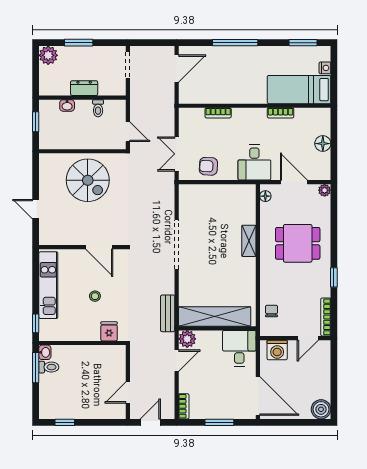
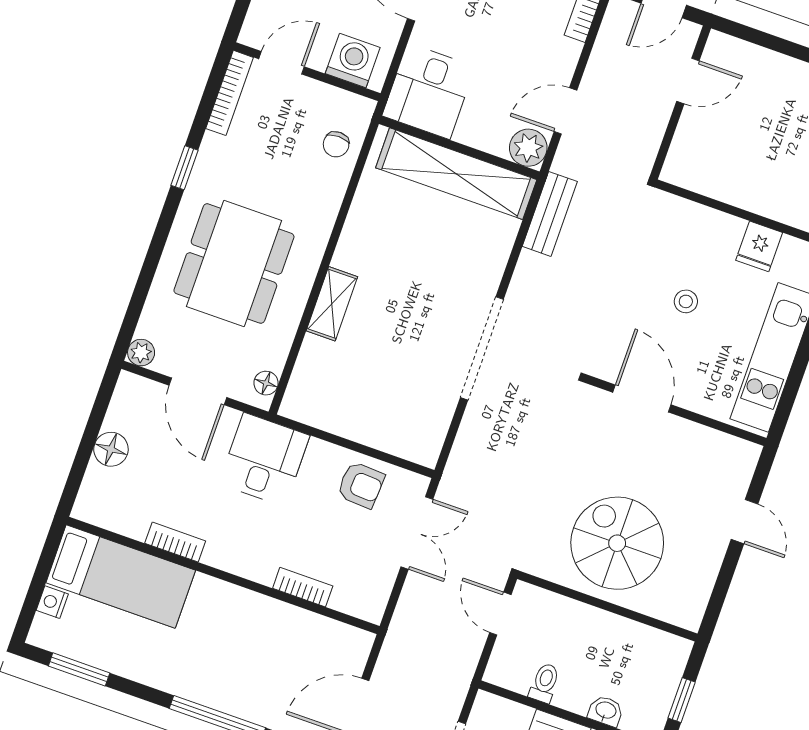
dining table: (298, 243) -> (234, 263), width x1.38
fridge: (109, 331) -> (759, 246), moved

